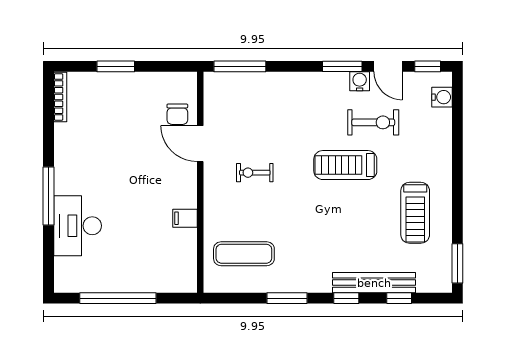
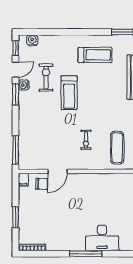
exercise bike: (255, 173) -> (86, 140), moved
filing cabinet: (185, 218) -> (23, 180), moved

